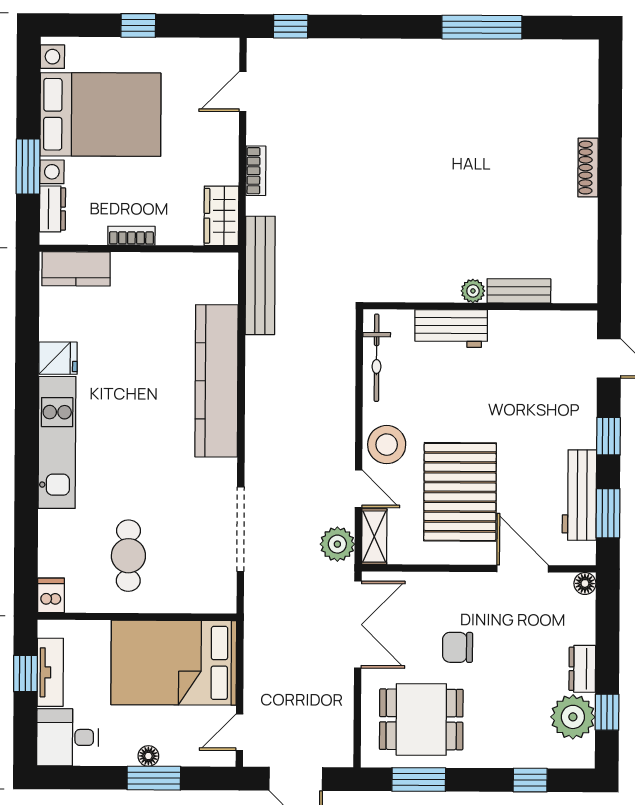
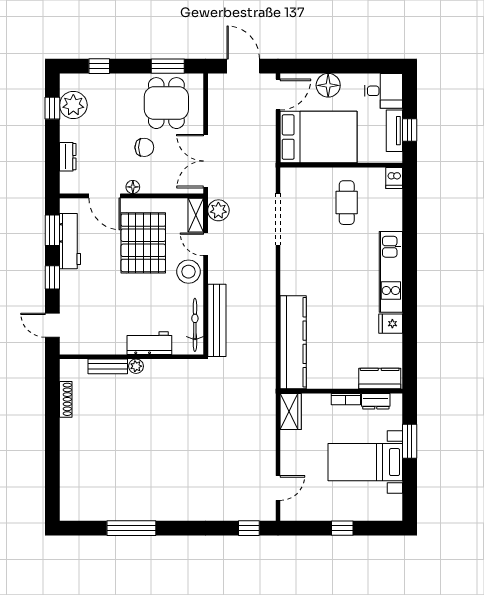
bed with nightstands: (100, 114) -> (365, 462), width x0.73
shoe rack: (588, 168) -> (66, 399), moved
bookcase: (256, 171) -> (270, 439), removed
dresser: (53, 209) -> (376, 401), moved, turned -90
bench: (260, 275) -> (217, 320), moved
kitchen counter: (216, 381) -> (293, 342), moved
floor lamp: (585, 583) -> (133, 187), moved
dresser: (582, 669) -> (68, 157), moved
dining table: (421, 719) -> (166, 103), turned 90
door: (239, 732) -> (278, 95), width x1.38
floor lamp: (148, 756) -> (328, 85), width x1.89, depth x1.89
window: (154, 778) -> (330, 66), removed

